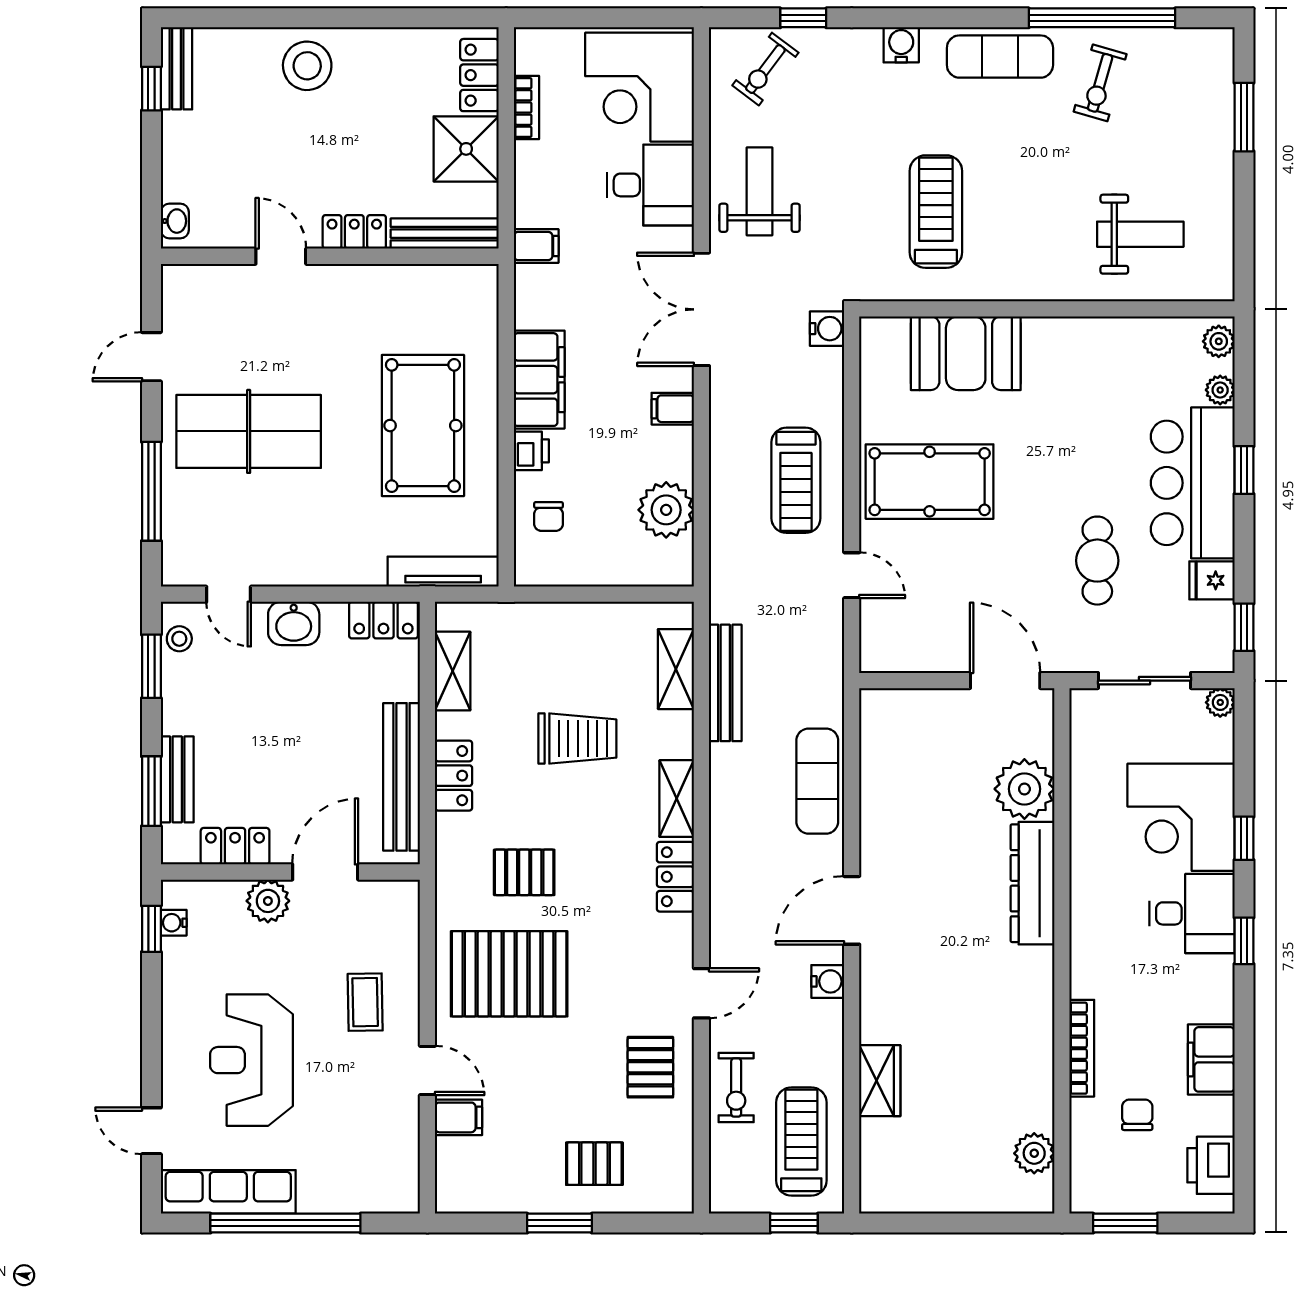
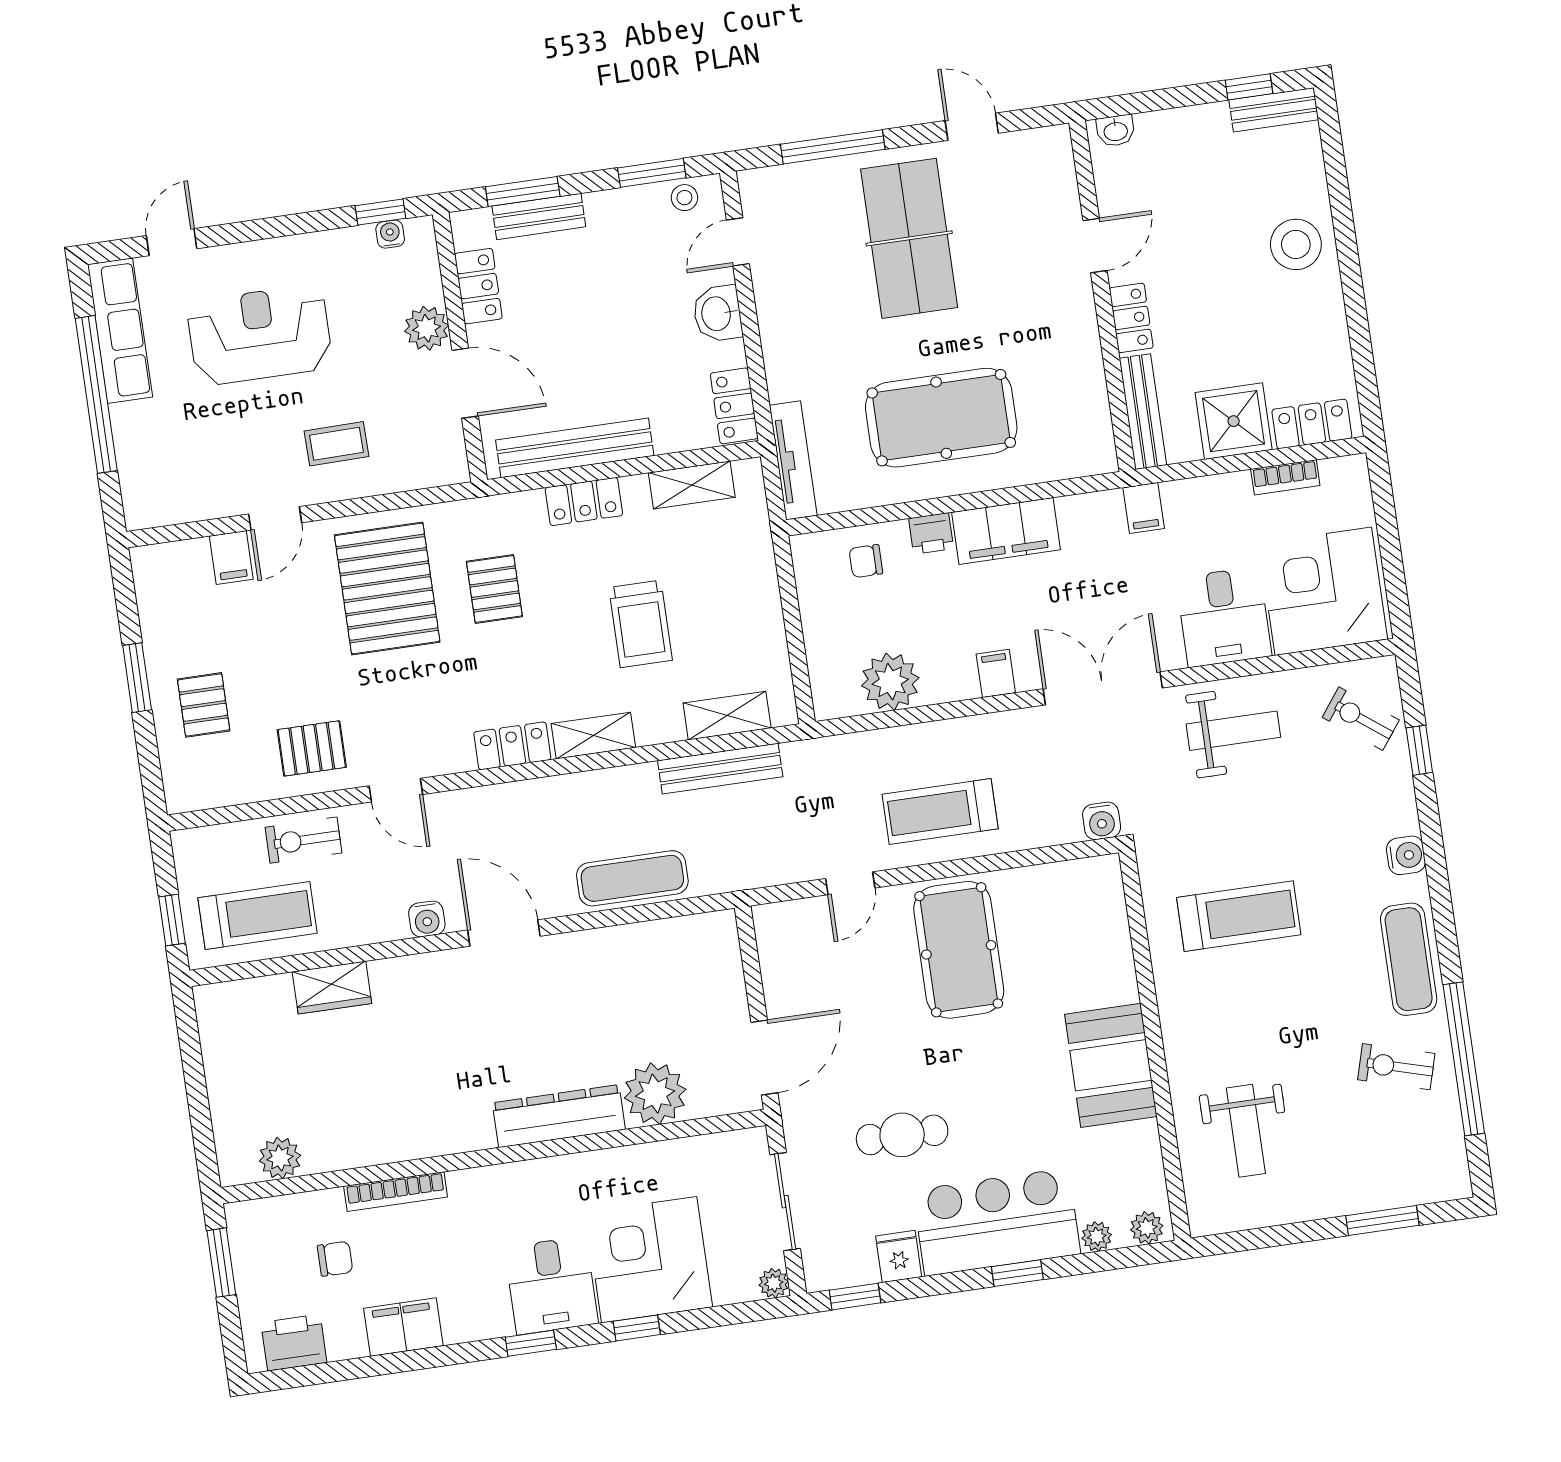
booth: (966, 353) -> (1111, 1065), moved

